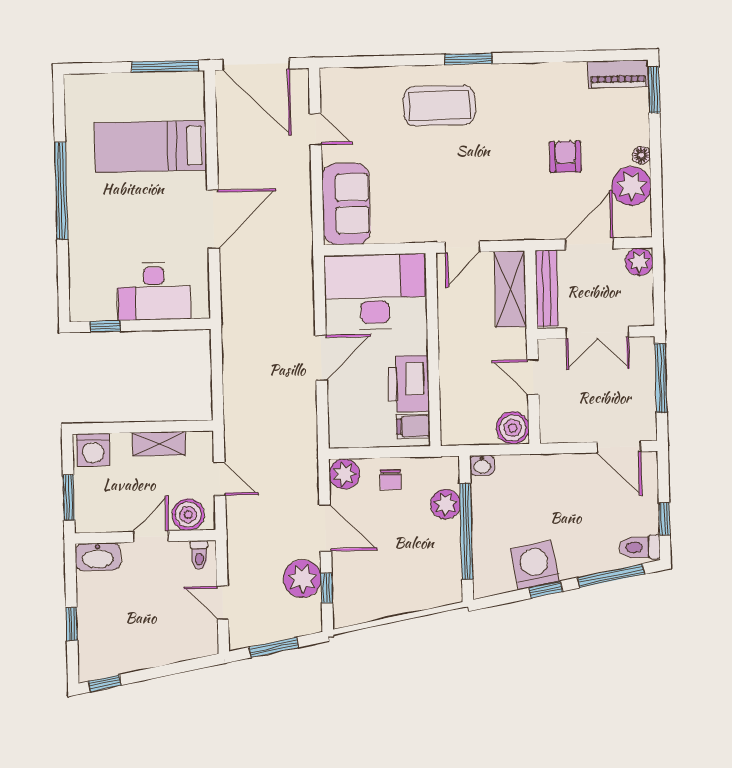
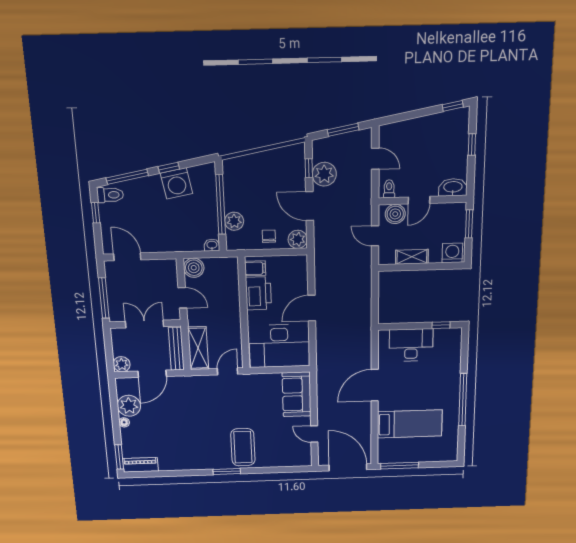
coffee table: (439, 106) -> (243, 447), turned 90
armchair: (565, 157) -> (169, 421), removed

